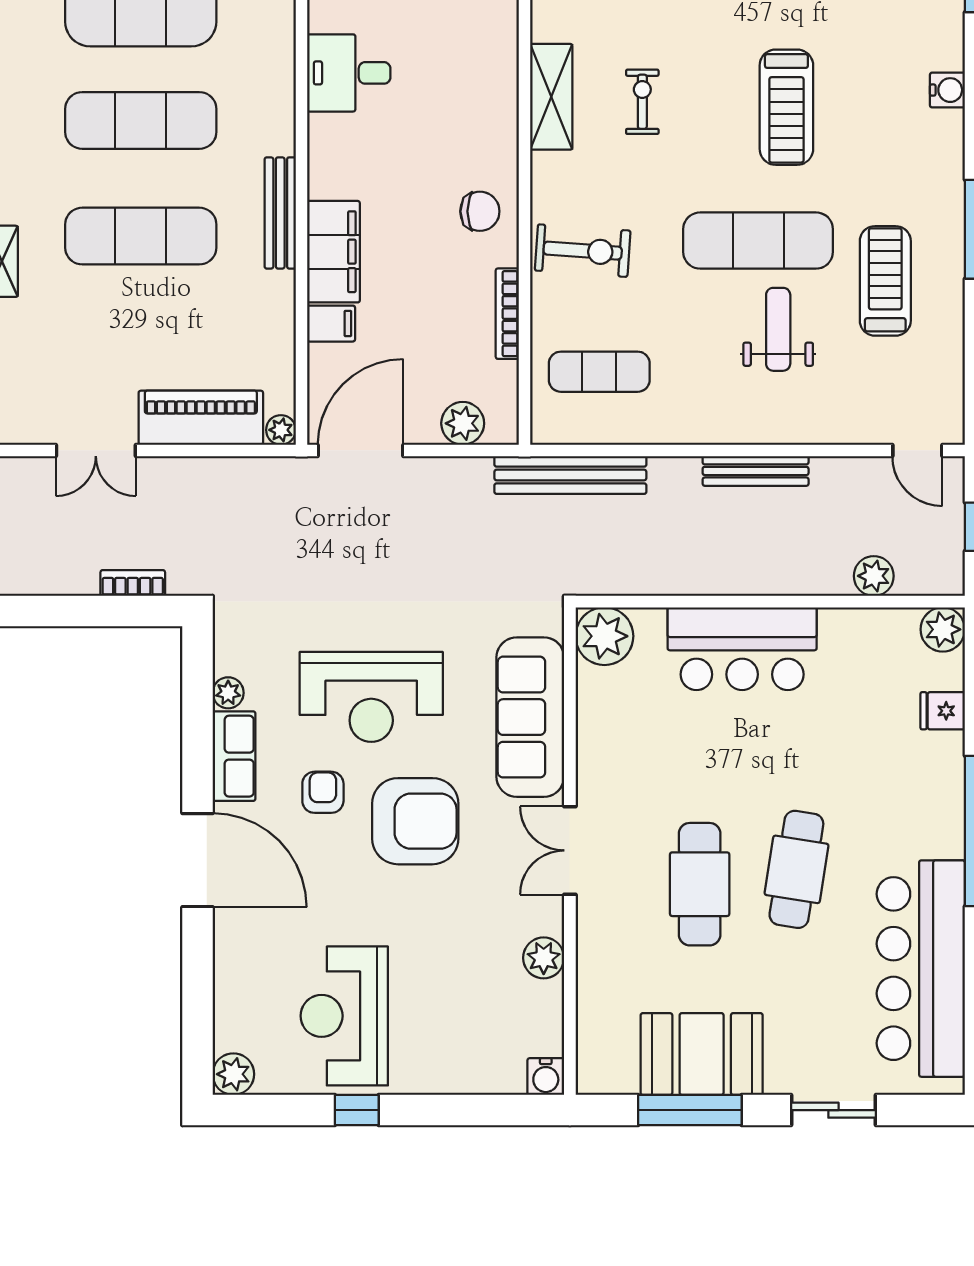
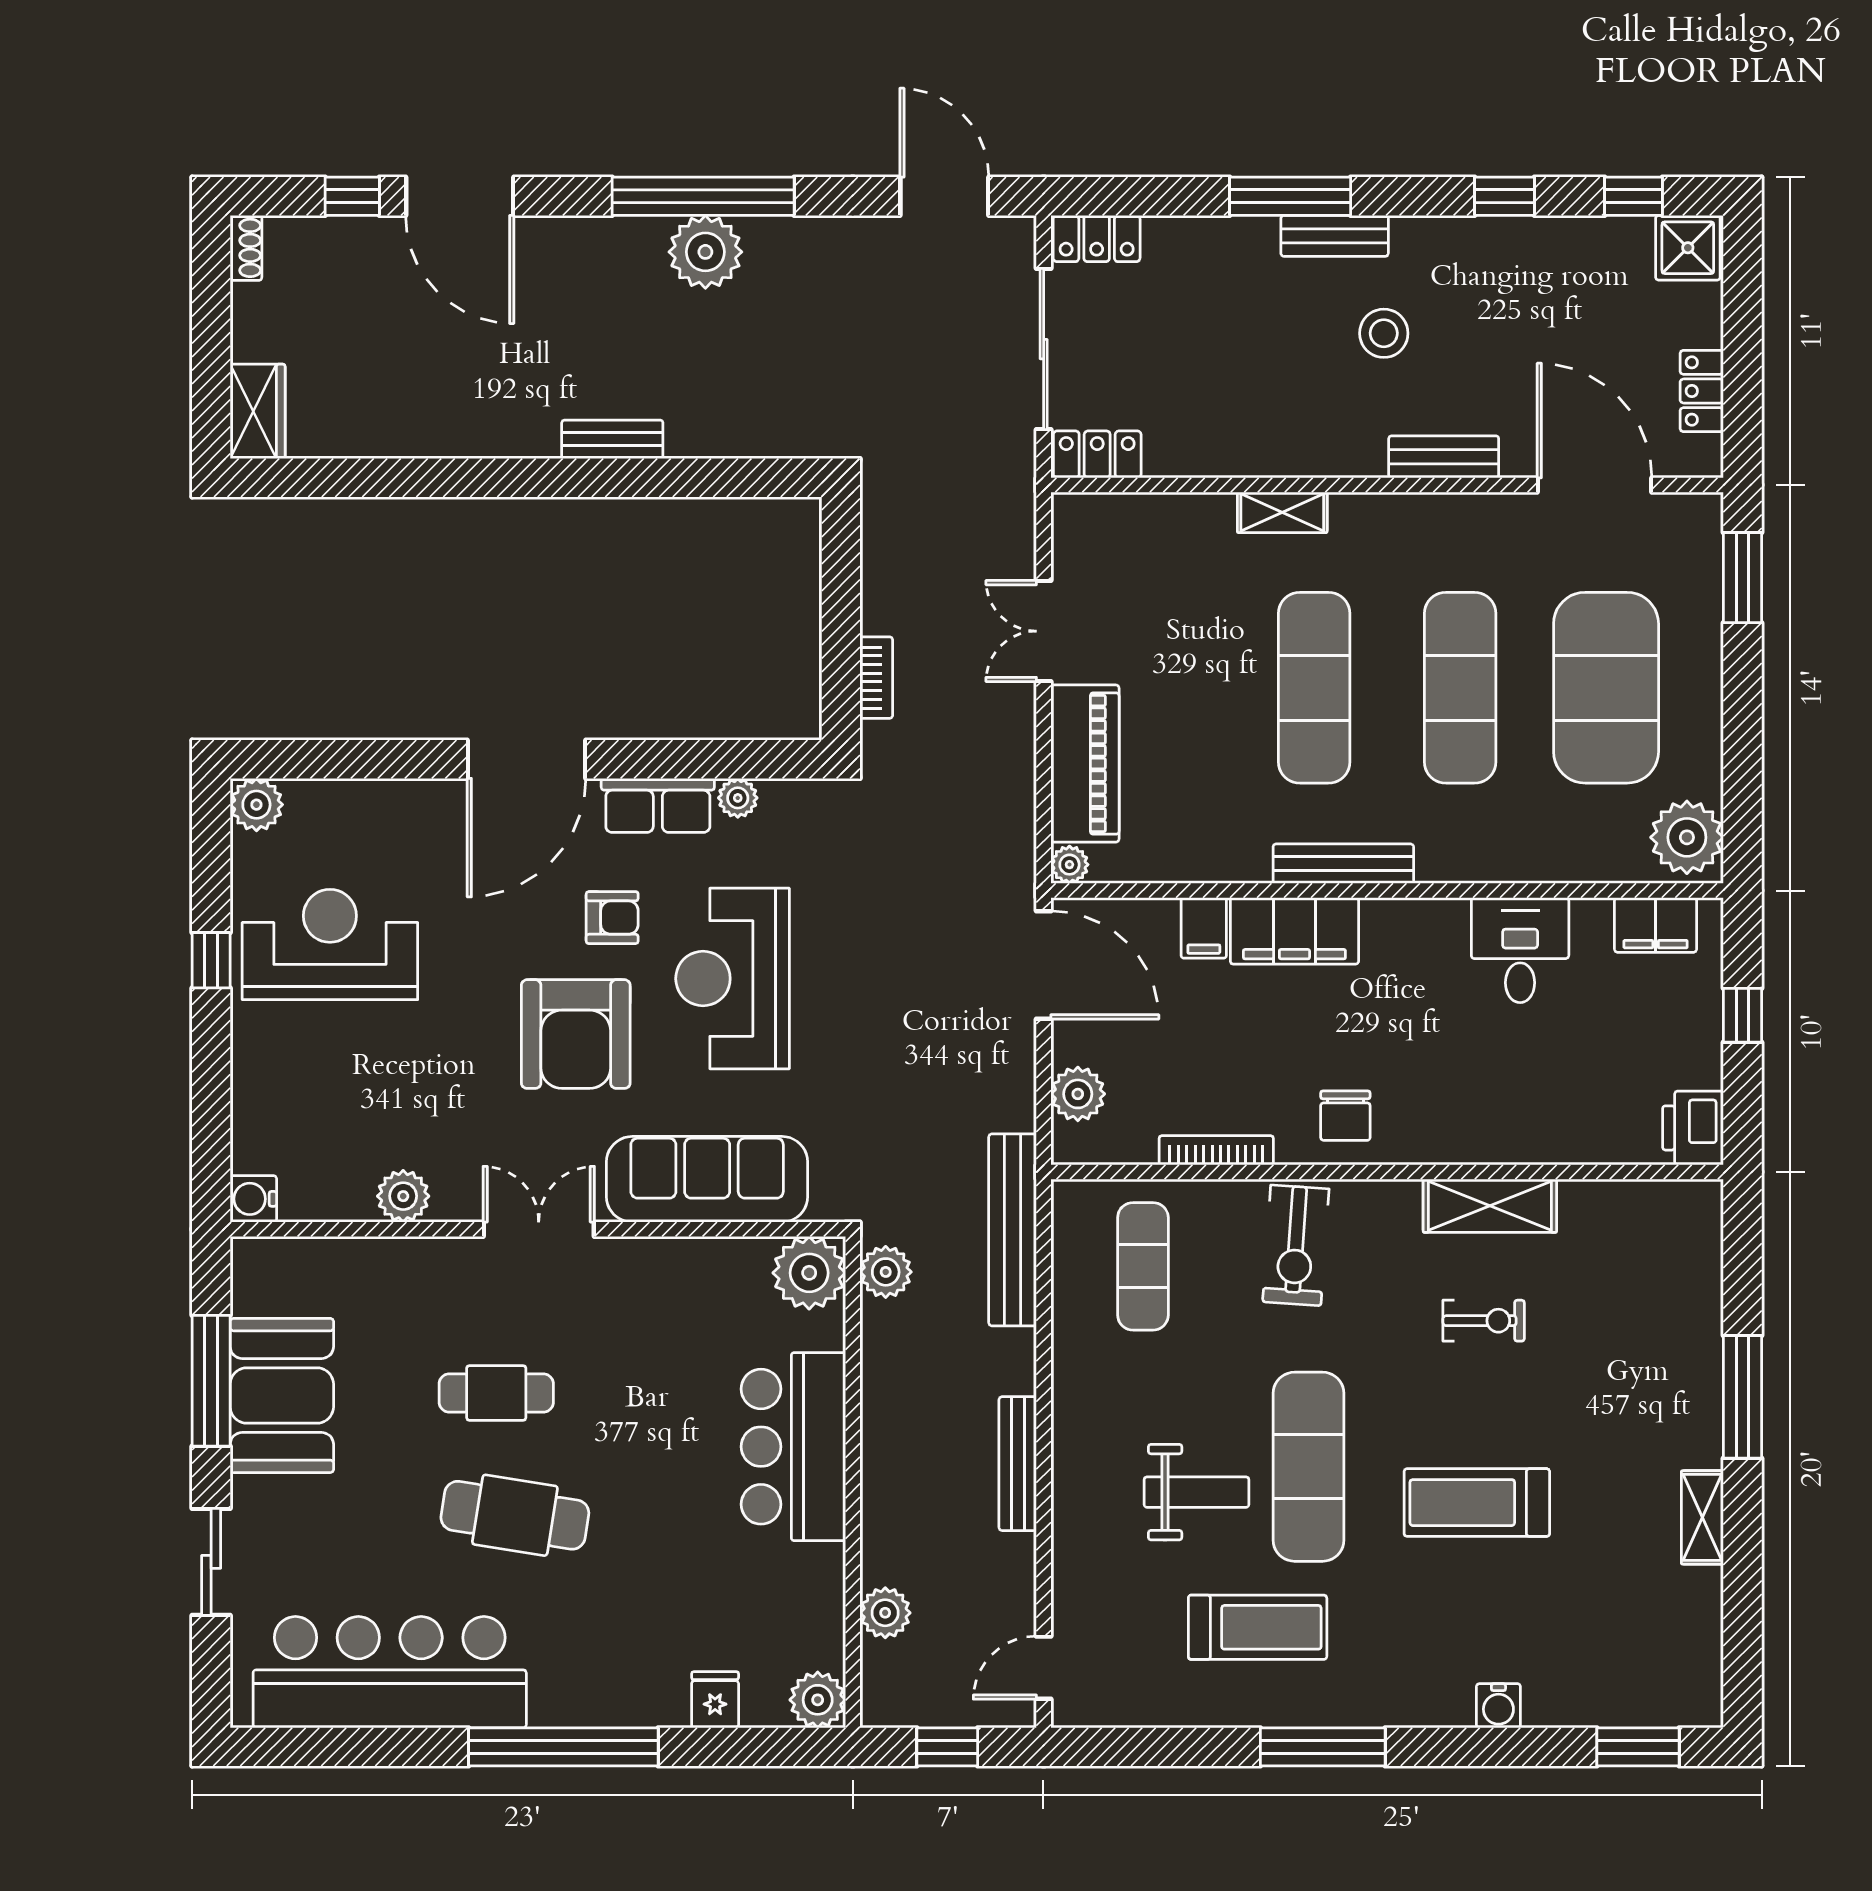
plant: (604, 576) -> (886, 1272), added
cafe table: (700, 884) -> (496, 1393), width x0.73, depth x0.74

